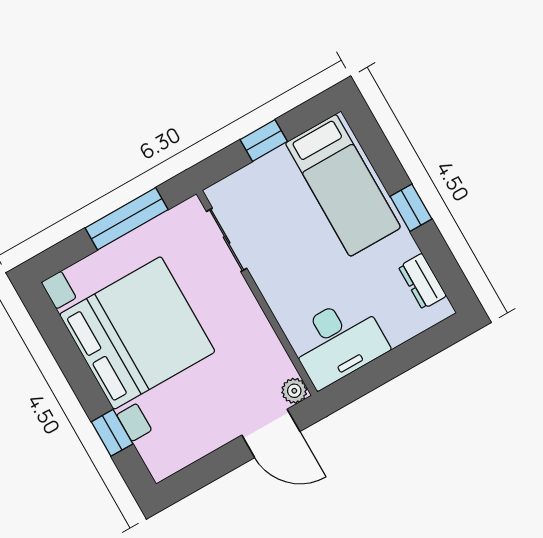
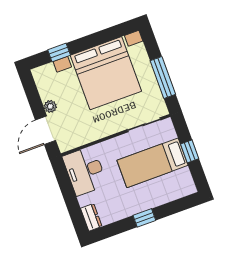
bed: (343, 185) -> (152, 163), moved
dresser: (422, 281) -> (91, 217), moved, turned 90
plant: (294, 391) -> (50, 106), moved

